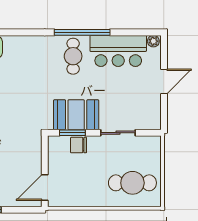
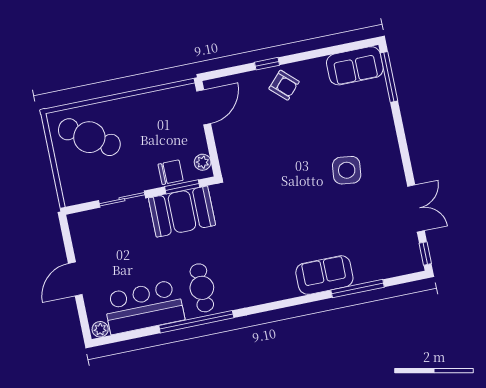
plant: (54, 148) -> (203, 162), added
cafe table: (132, 183) -> (89, 137), turned 32

